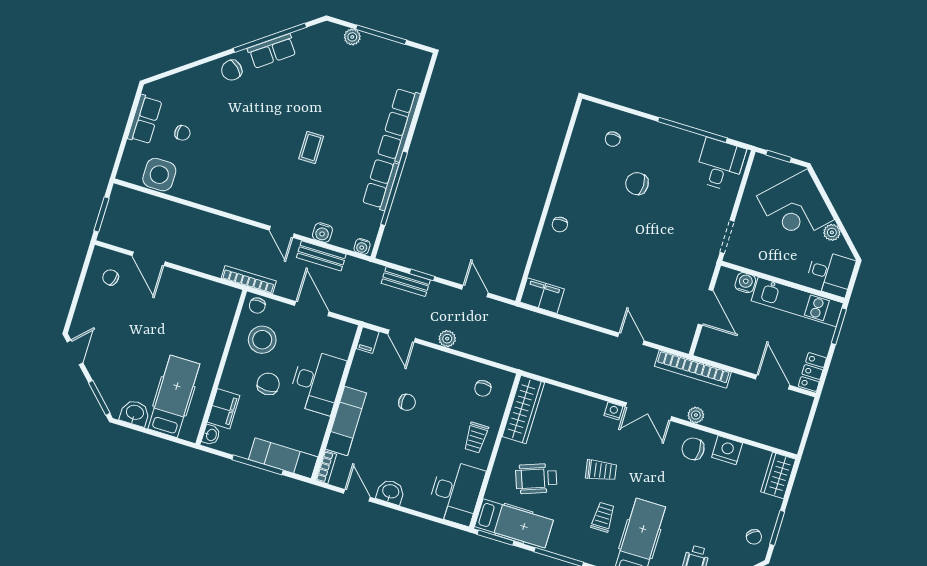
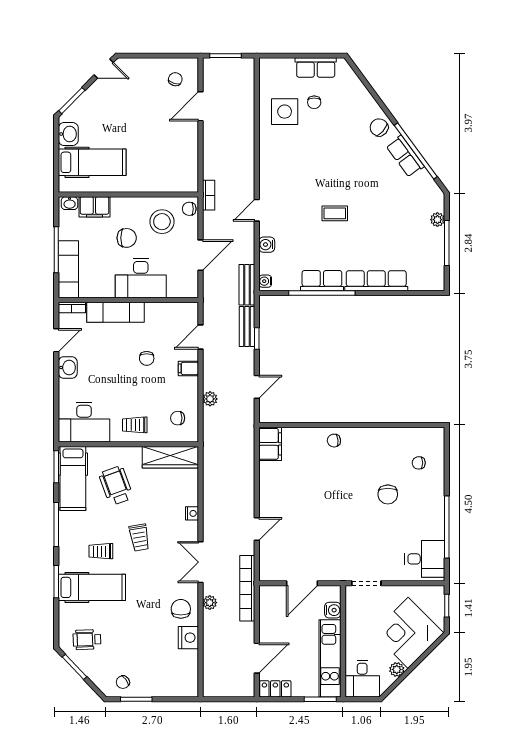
side table: (159, 175) -> (285, 112), moved
chair: (637, 184) -> (388, 494), turned 180
bench: (321, 256) -> (247, 285), moved
bookcase: (249, 280) -> (209, 195), width x0.64
plant: (447, 339) -> (210, 399), moved
filing cabinet: (368, 340) -> (188, 368), moved
nightstand: (613, 411) -> (192, 513), moved
wardrobe: (778, 475) -> (180, 687), removed
trolley: (603, 517) -> (101, 551), turned 180

